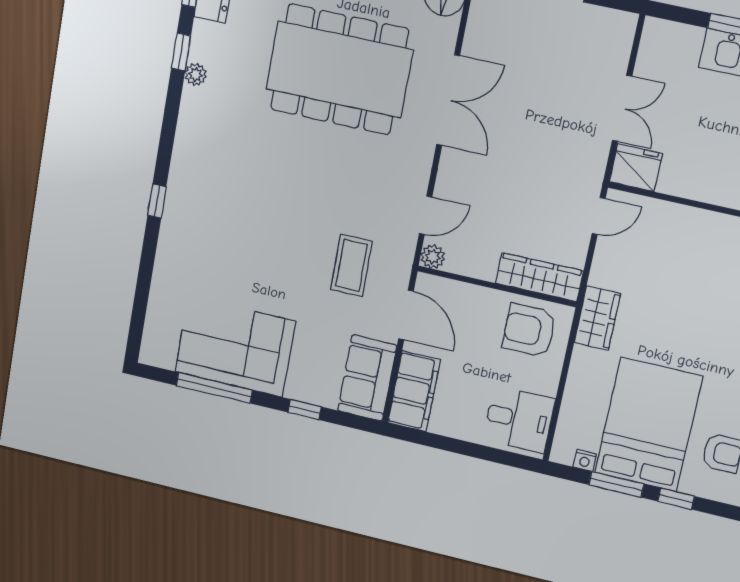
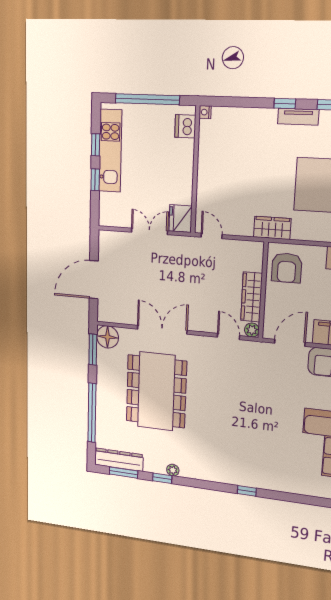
coffee table: (351, 265) -> (265, 377), removed
wardrobe: (539, 277) -> (252, 297), moved

